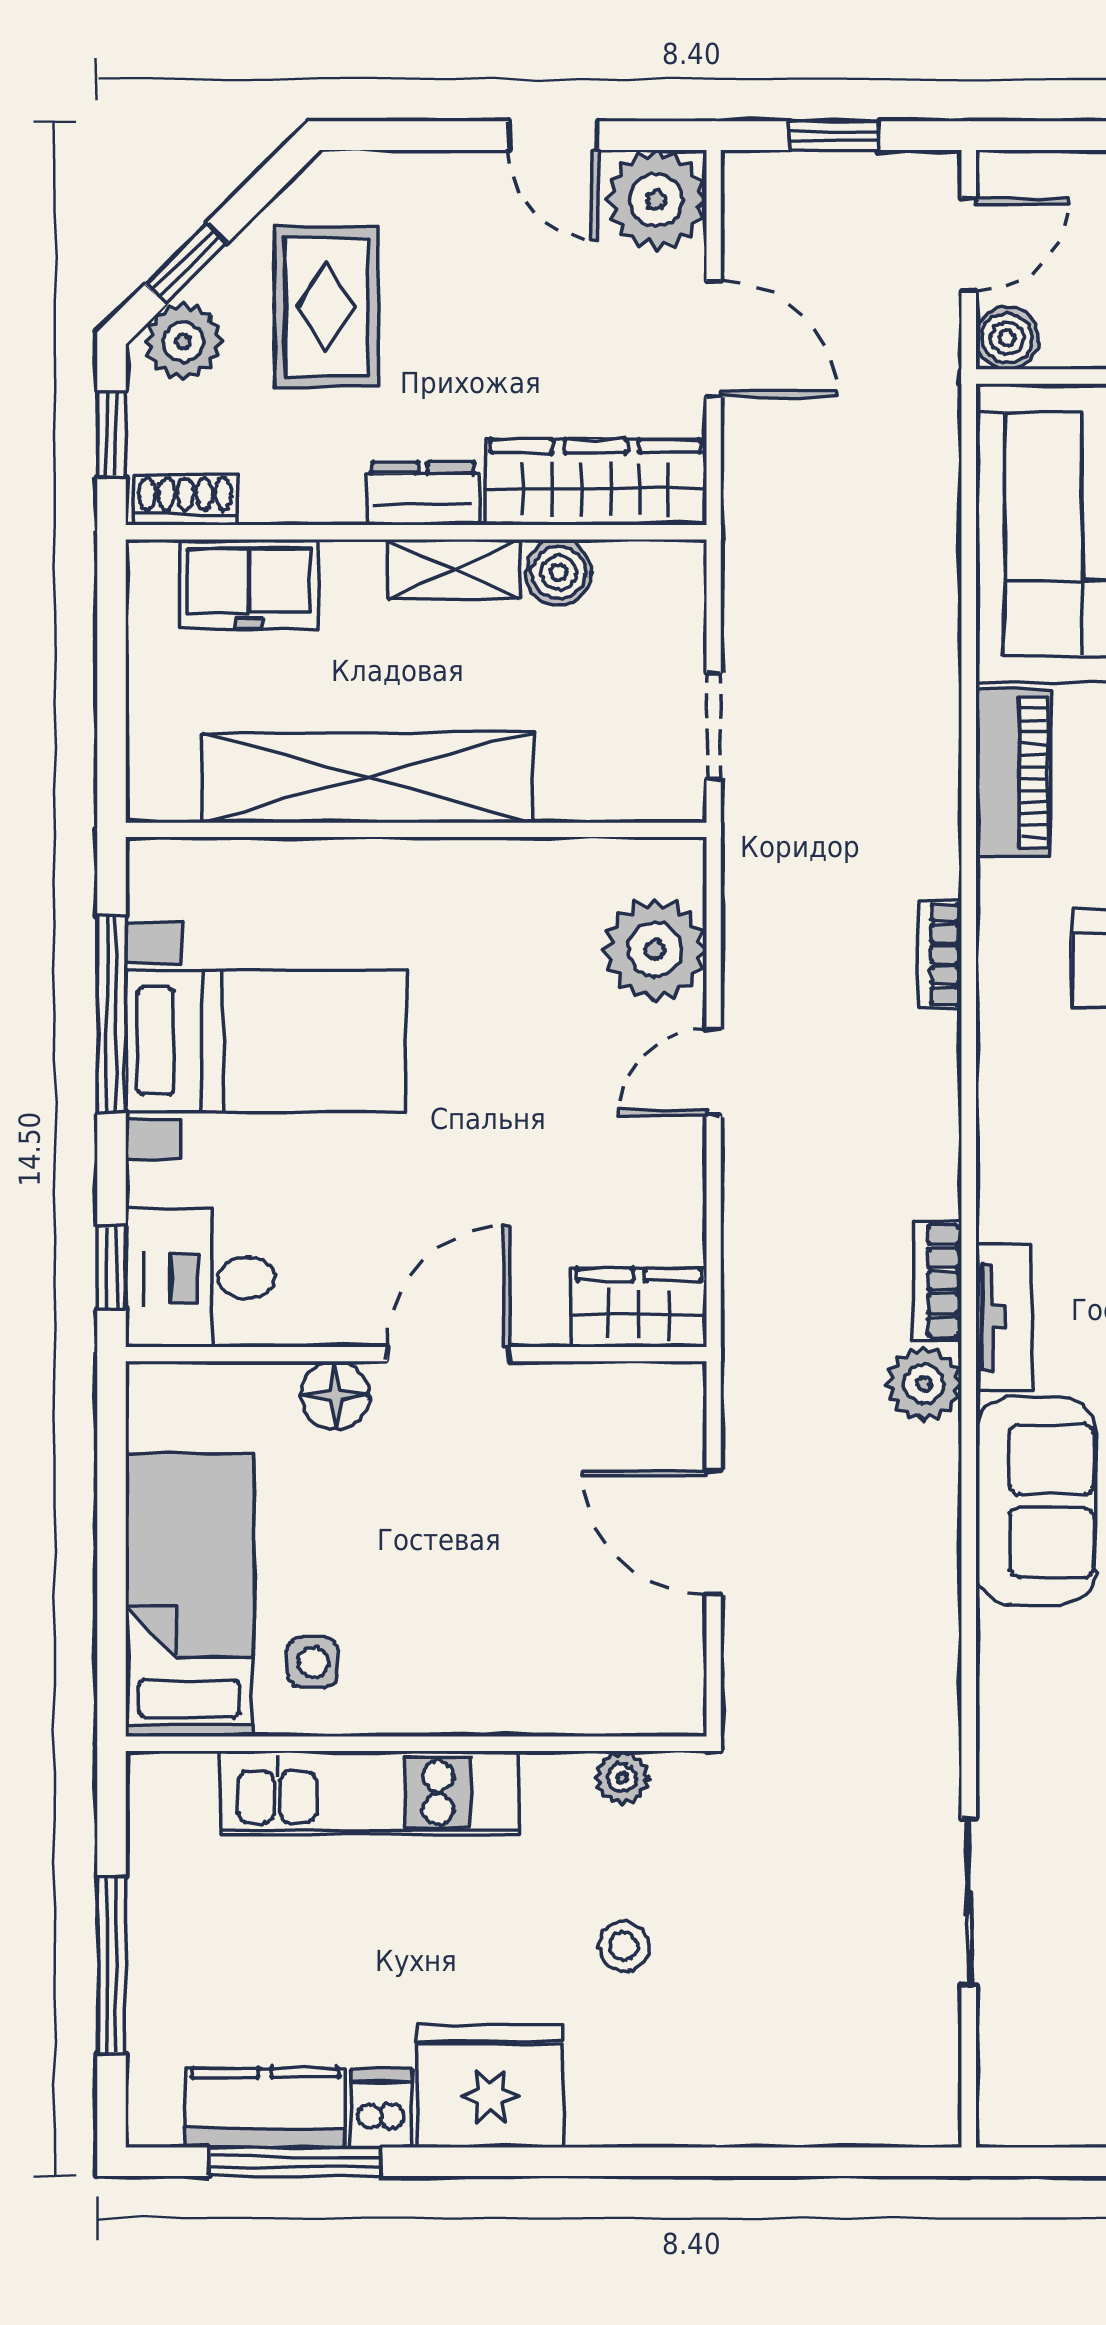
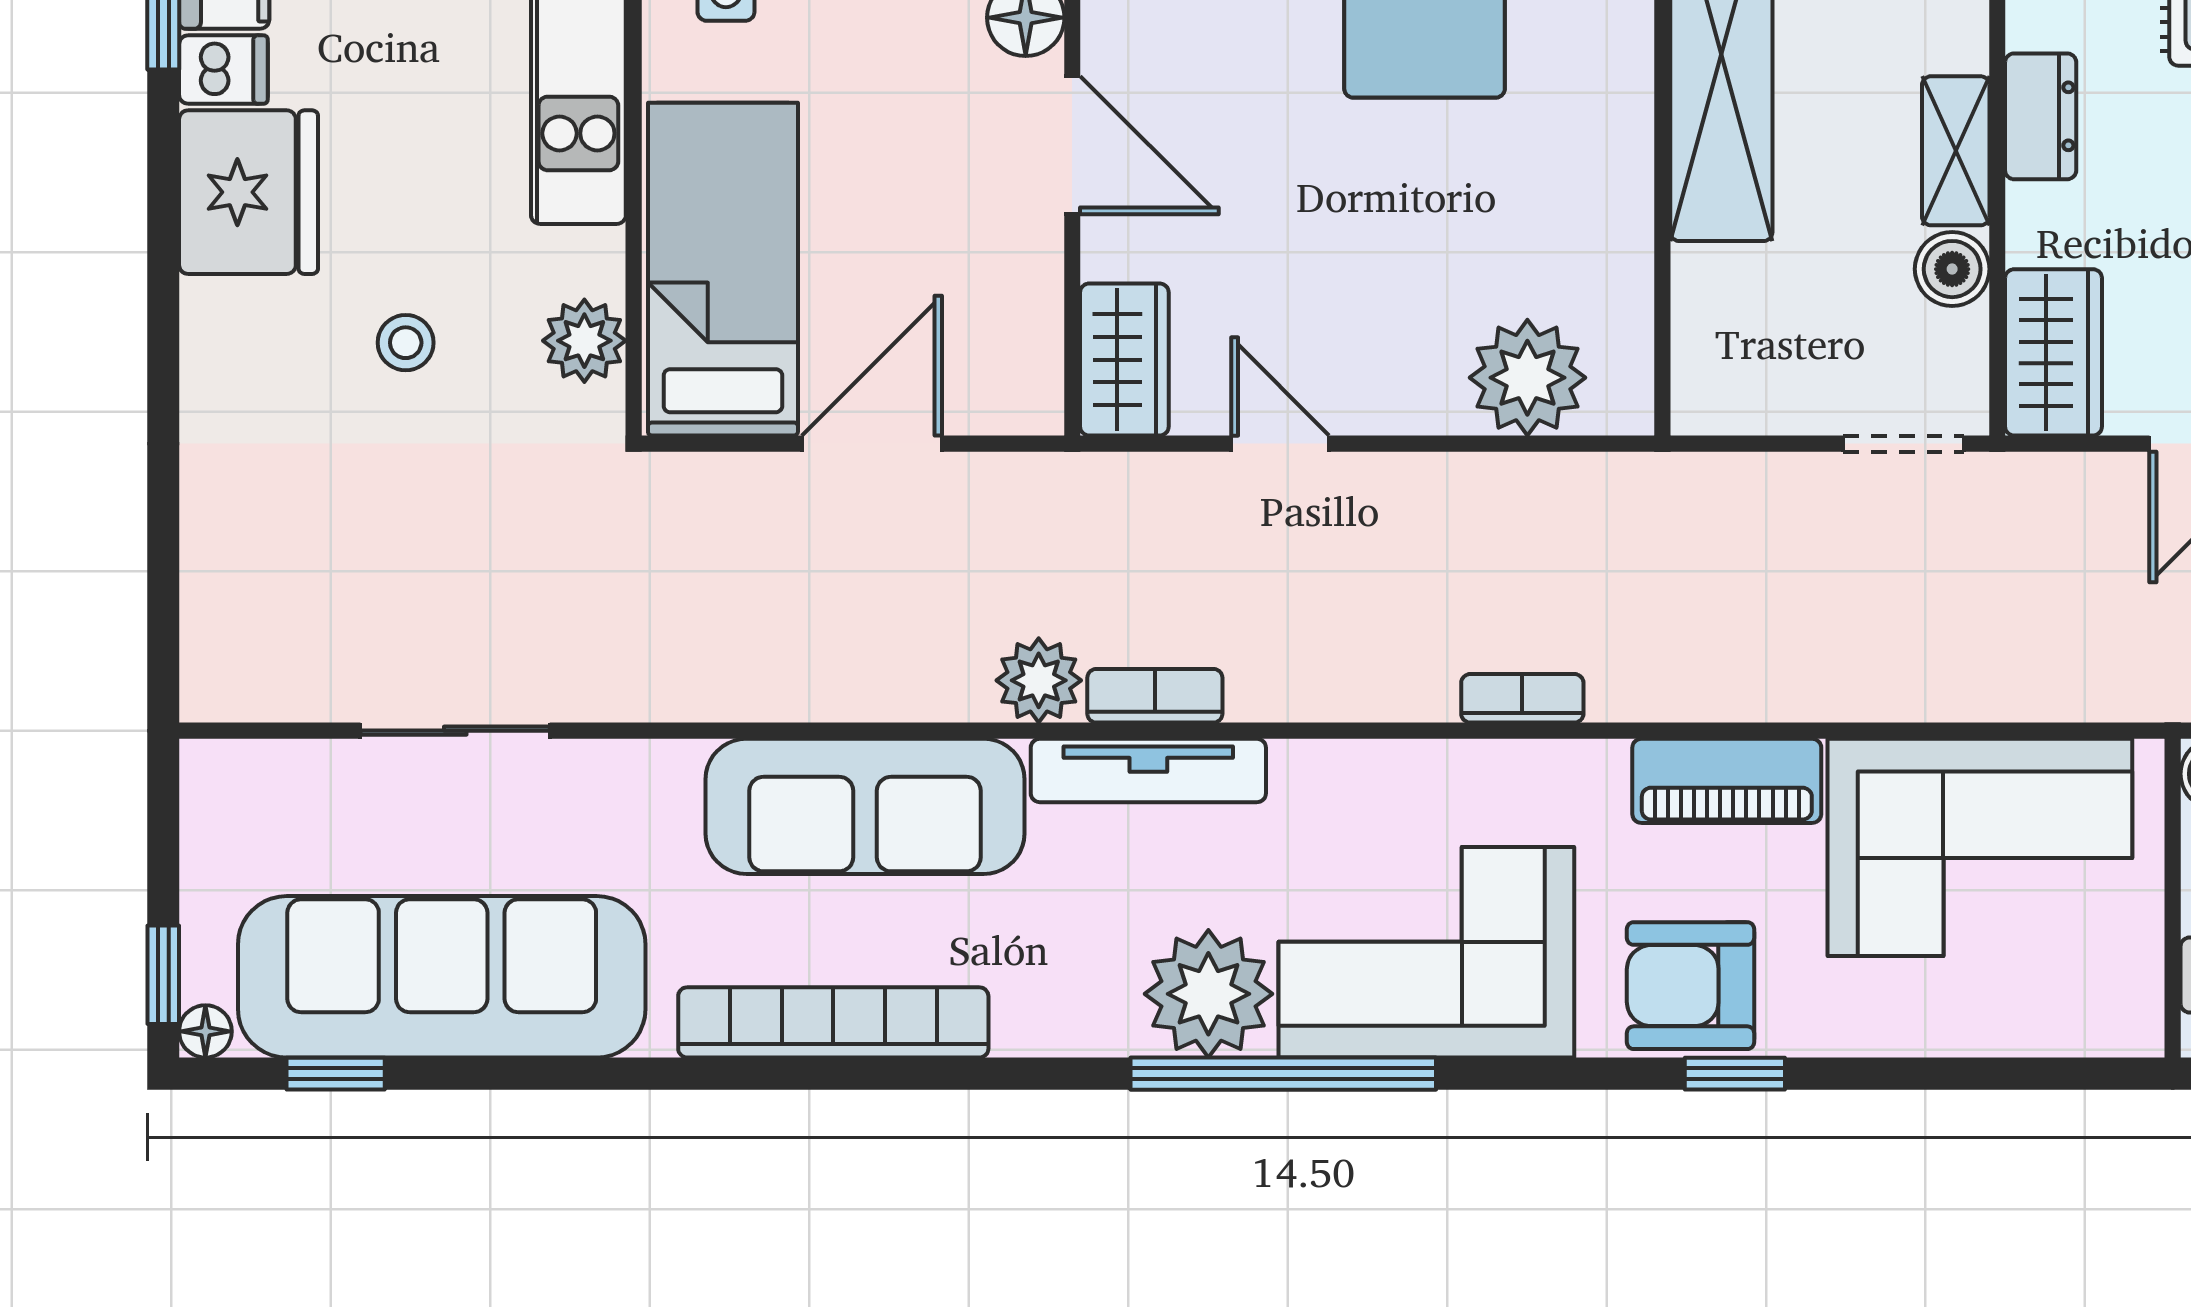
wardrobe: (596, 482) -> (2054, 352), width x0.67
doorway: (714, 726) -> (1903, 444), moved
door: (714, 1072) -> (1280, 444), moved
tv unit: (1004, 1317) -> (1148, 771), width x1.41
sofa: (1036, 1501) -> (865, 806), width x1.36
bed: (559, 1664) -> (723, 269), added
plant: (622, 1778) -> (584, 341), width x1.38, depth x1.38

